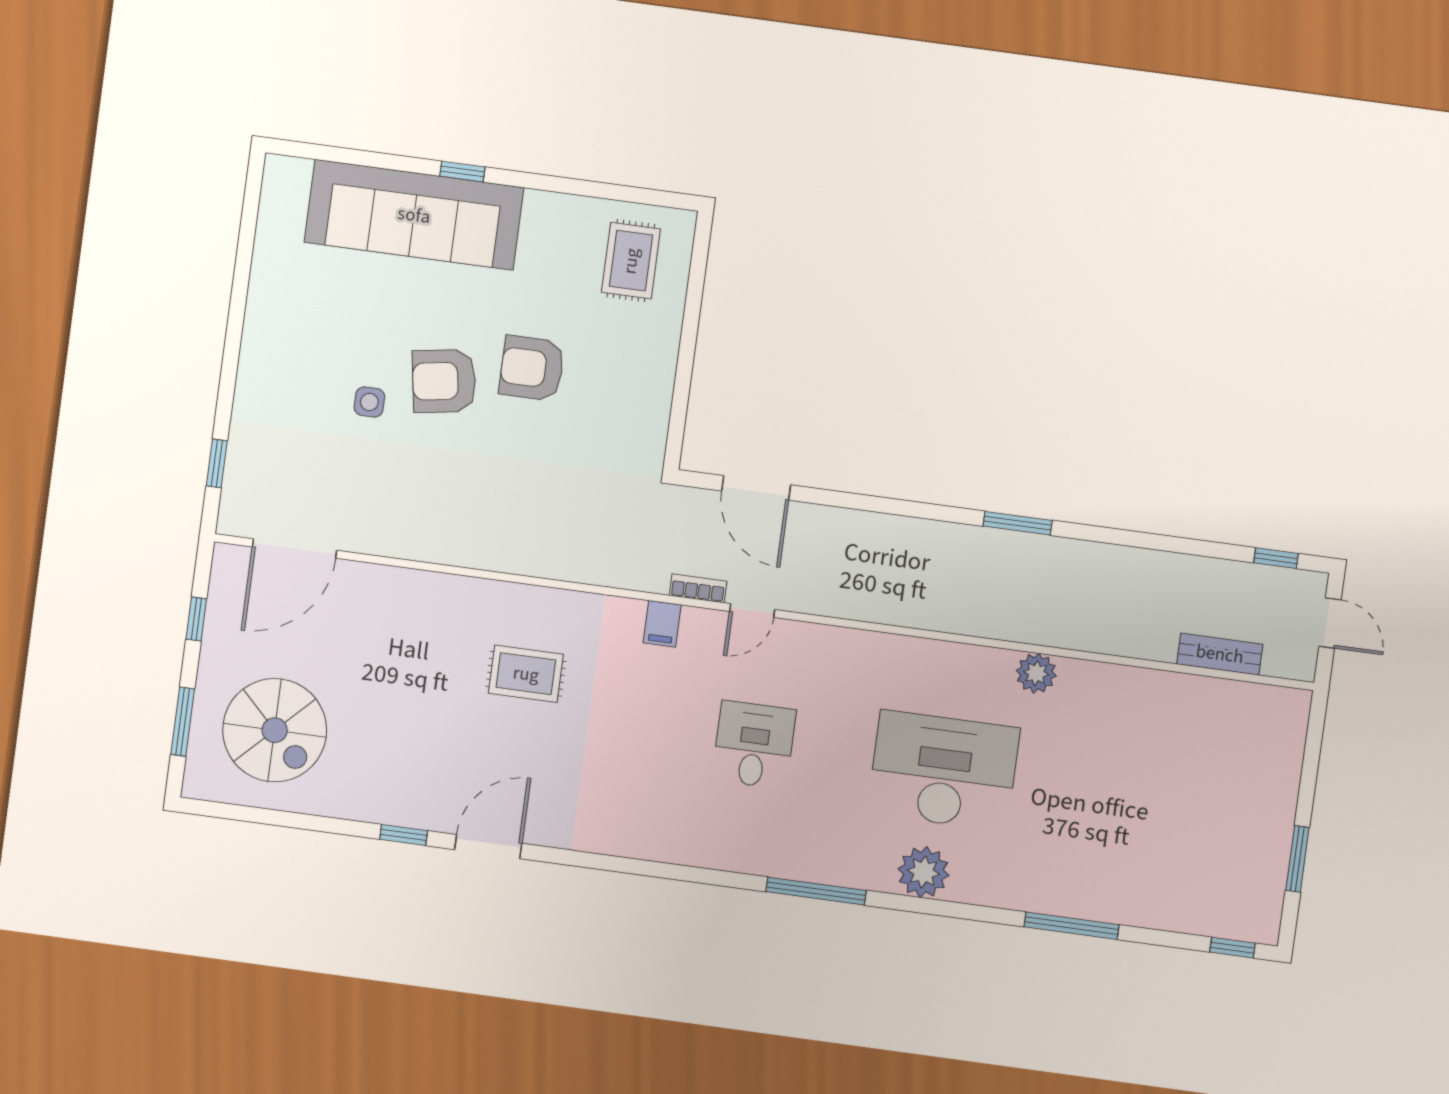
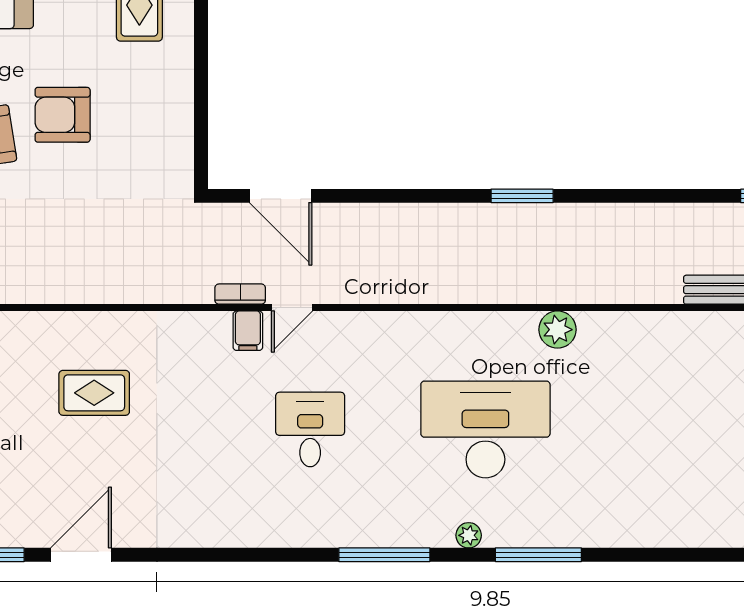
filing cabinet: (662, 624) -> (248, 331), moved
plant: (923, 872) -> (469, 535), width x0.53, depth x0.53
window: (1071, 926) -> (538, 555), moved

